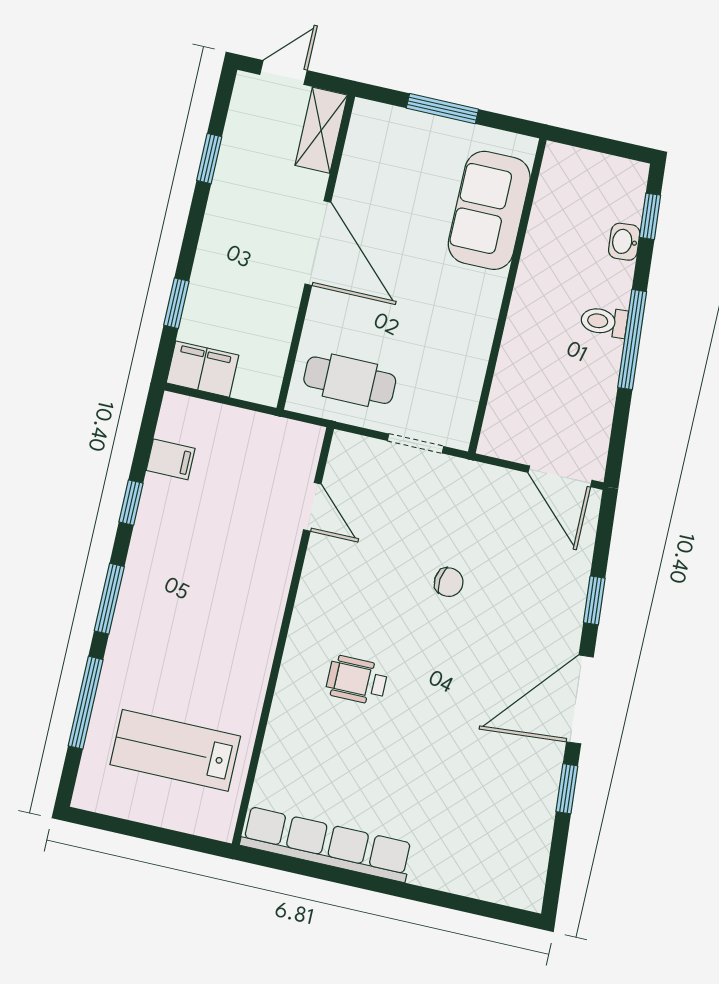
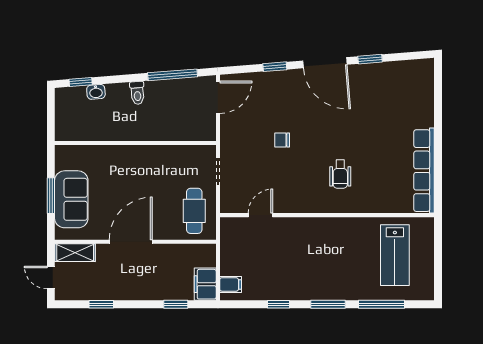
sofa: (489, 210) -> (71, 199), moved, turned -90
window: (632, 340) -> (173, 75), moved
filing cabinet: (171, 459) -> (231, 284), moved, turned 90
chair: (449, 582) -> (282, 140), turned -96

